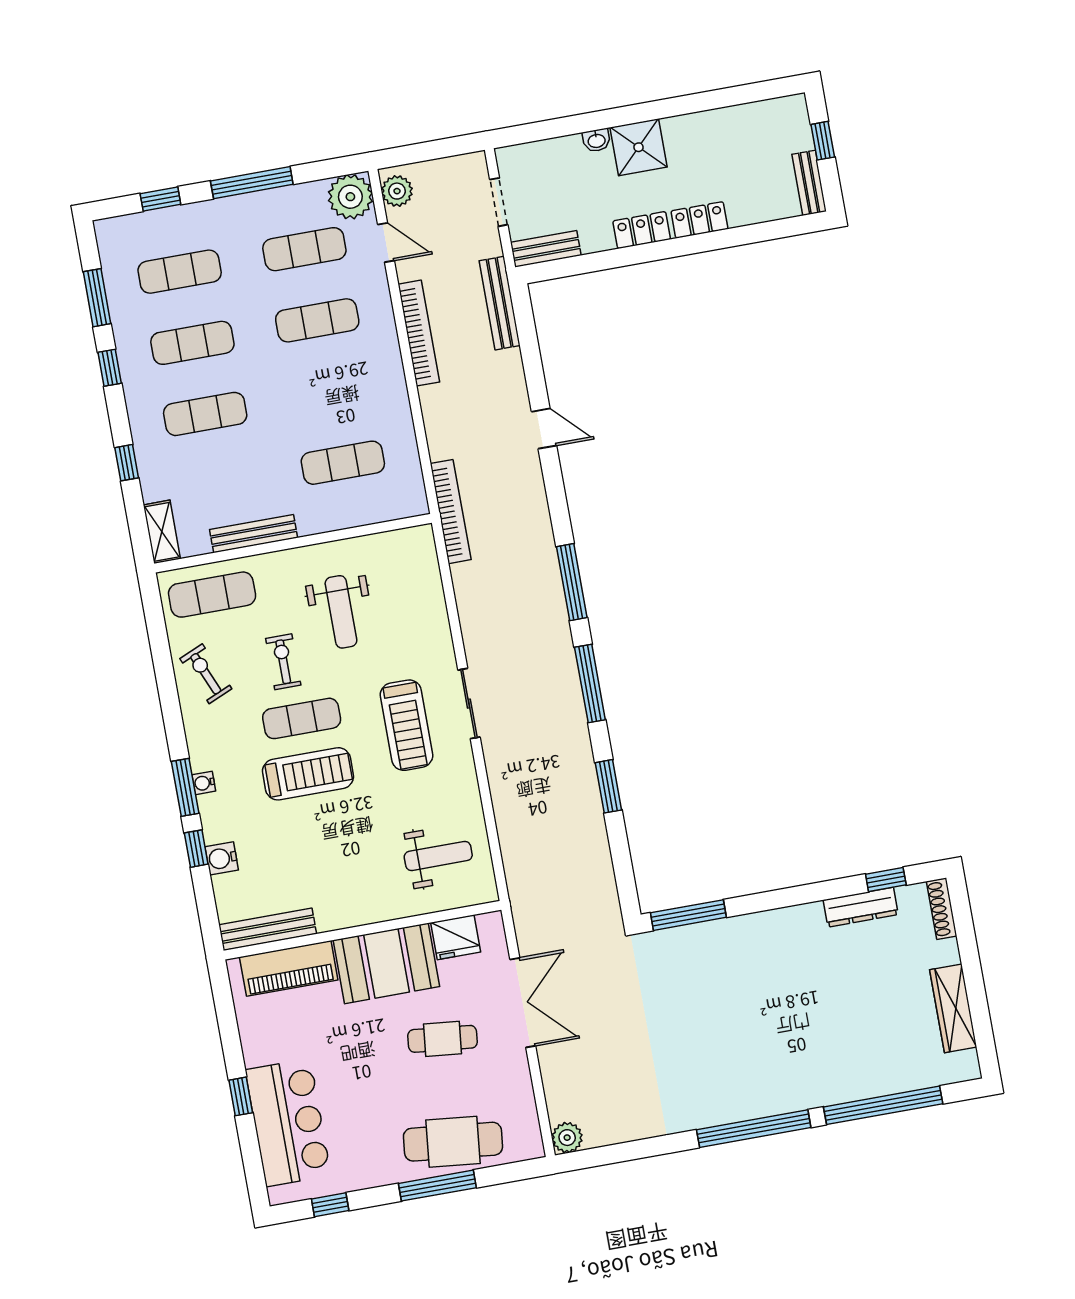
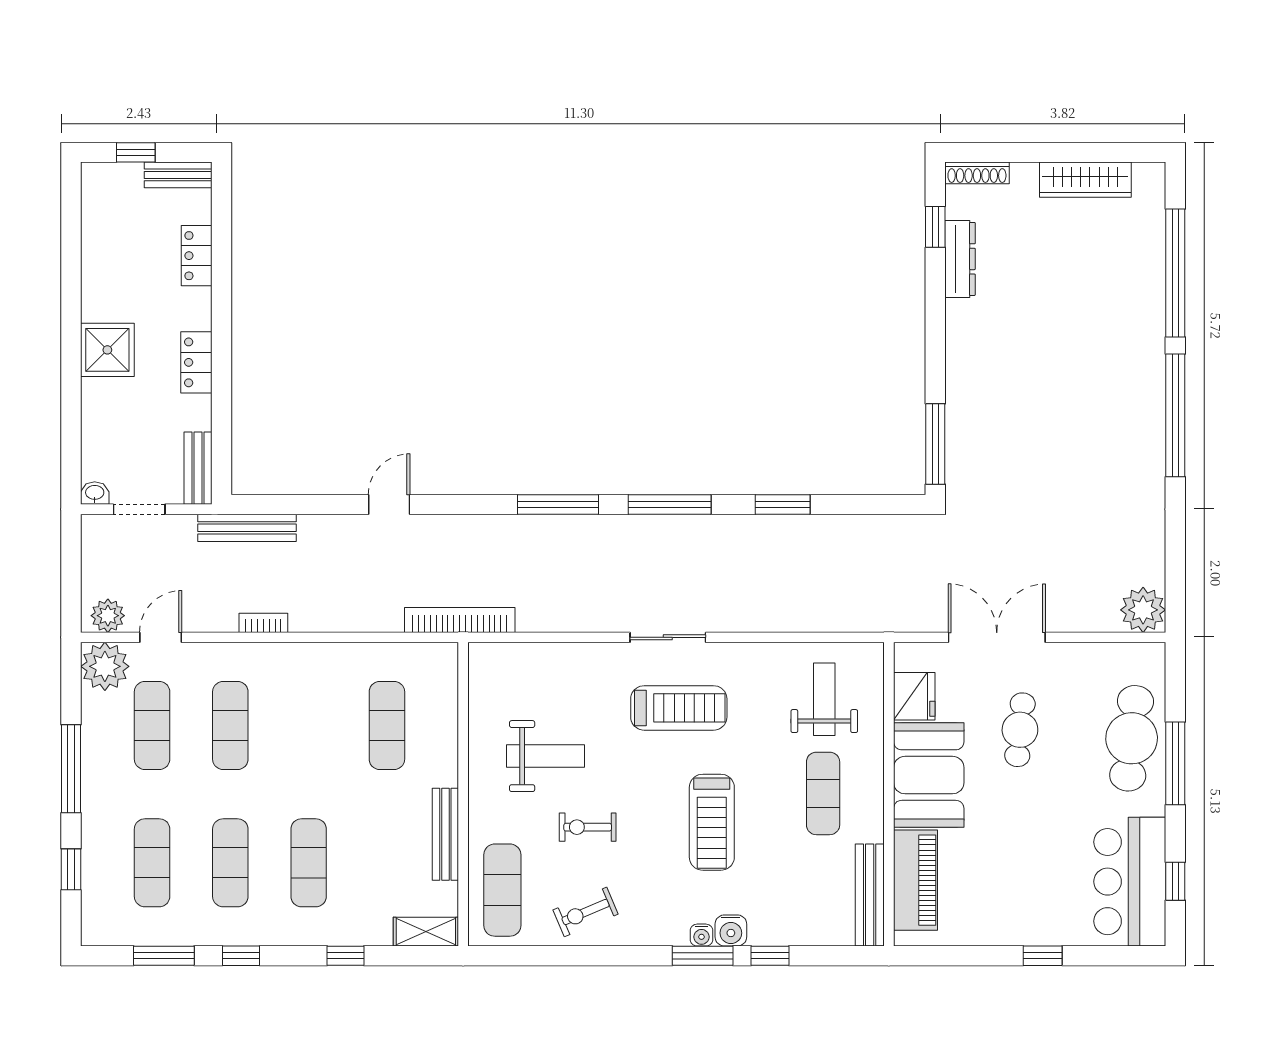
washbasin: (596, 140) -> (95, 493), moved, turned -90
locker: (699, 220) -> (197, 256), moved
bookcase: (419, 333) -> (263, 623), width x0.43, depth x0.76
exercise mat: (302, 718) -> (823, 793), moved
treadmill: (308, 774) -> (712, 822), turned 180
water cooler: (222, 858) -> (731, 930), moved
bar counter: (288, 1123) -> (1130, 882), moved, turned -90
plant: (567, 1138) -> (1143, 610), width x1.36, depth x1.36

